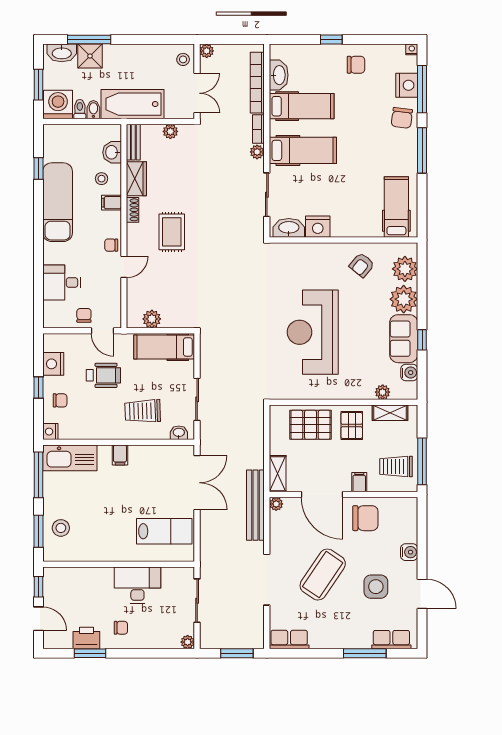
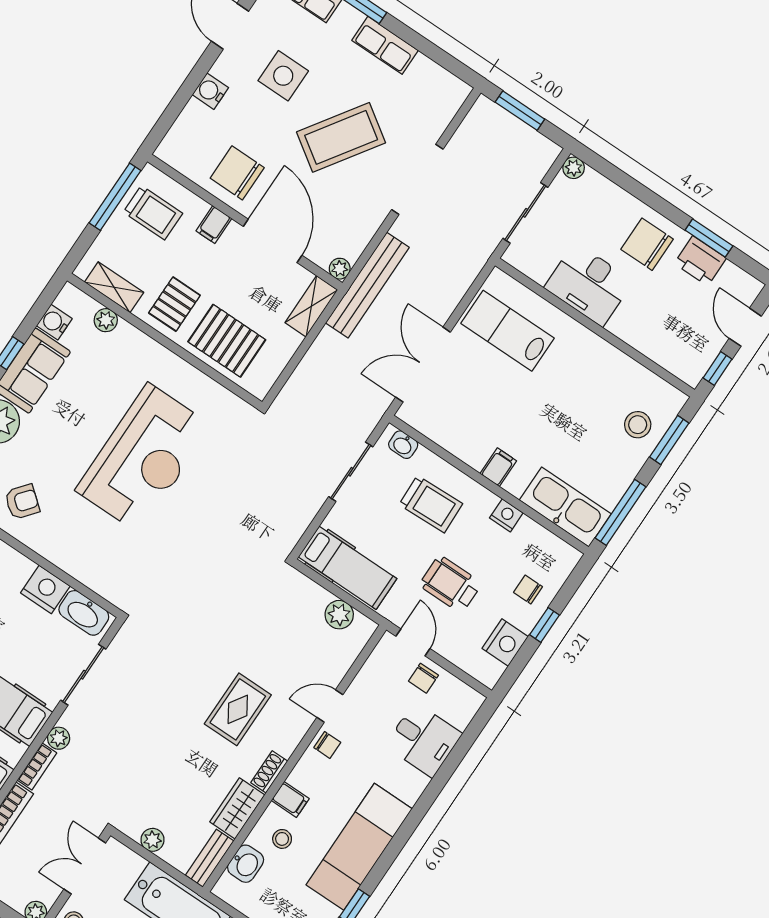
nightstand: (50, 432) -> (506, 515), moved, turned -90
chair: (121, 628) -> (647, 244), width x1.87, depth x1.87
row of seats: (289, 640) -> (385, 45), moved

